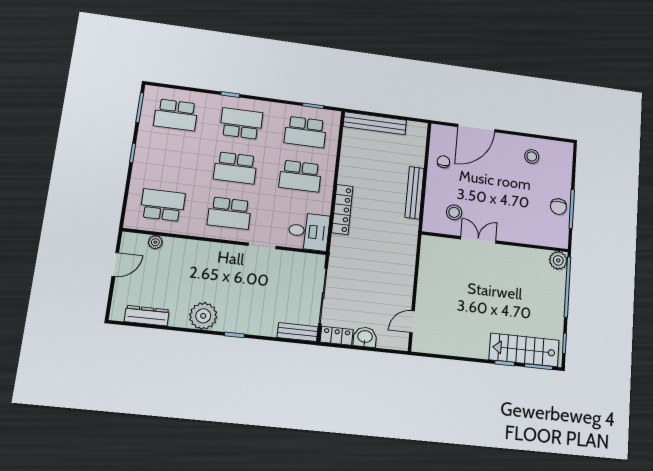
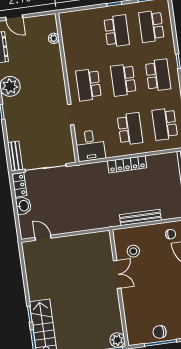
school desk: (300, 176) -> (130, 129), turned 180
school desk: (163, 205) -> (117, 31), moved
locker: (342, 210) -> (127, 164), moved
door: (115, 264) -> (14, 18), moved

